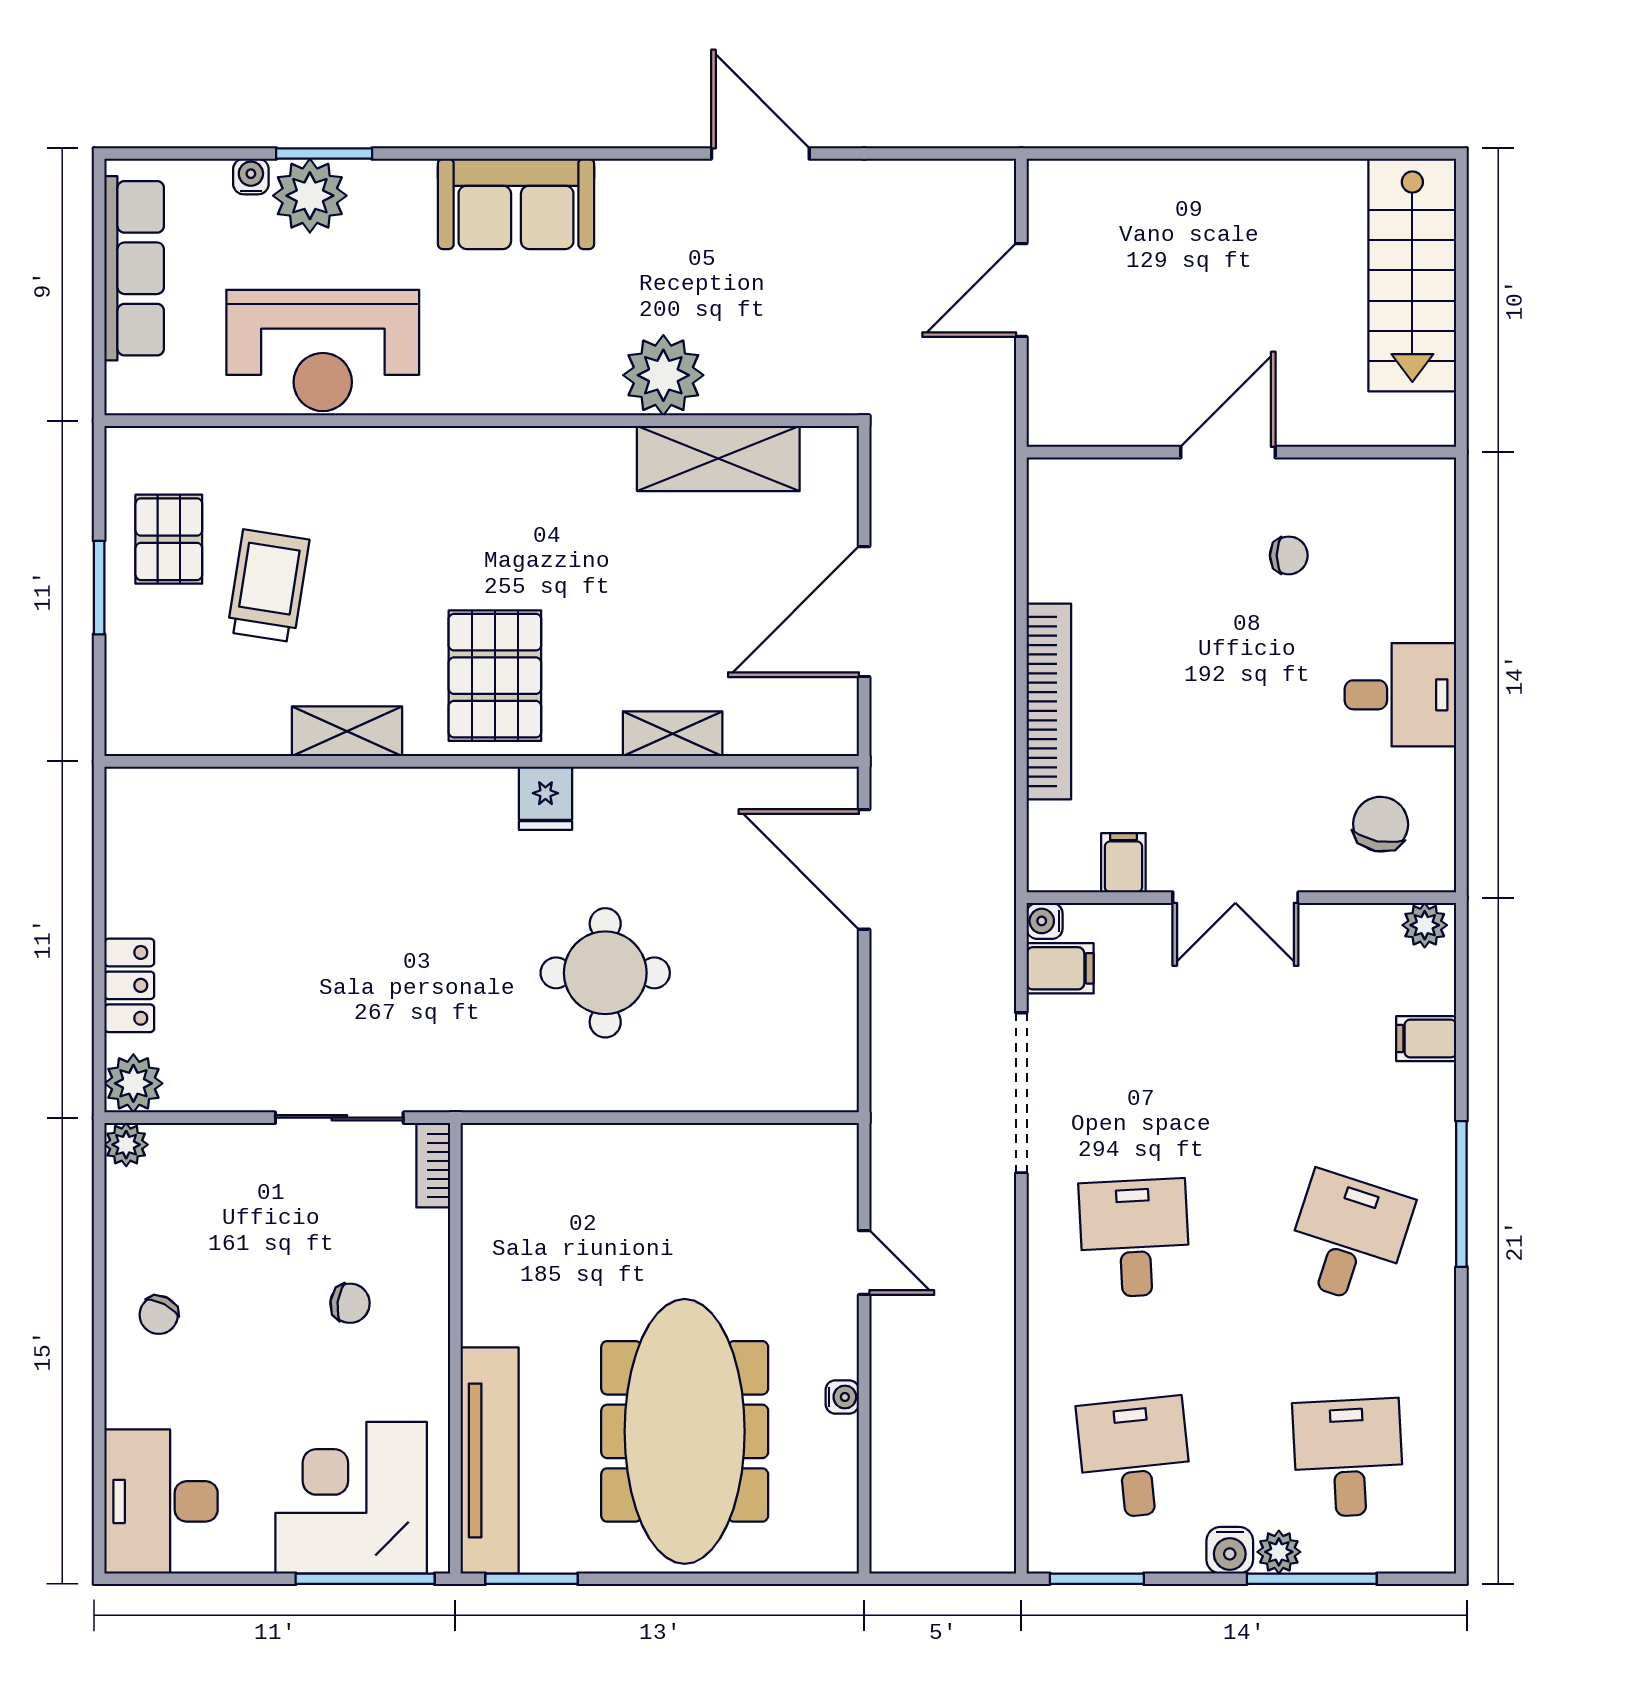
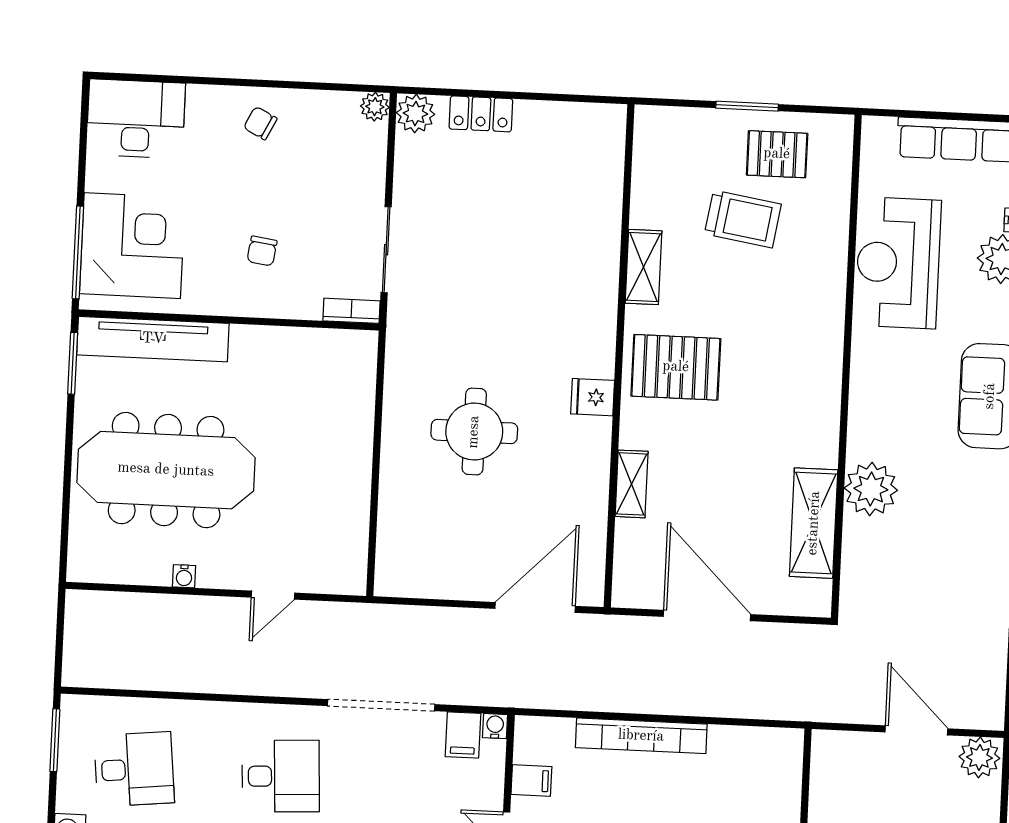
plant: (1057, 194) -> (979, 757), added

